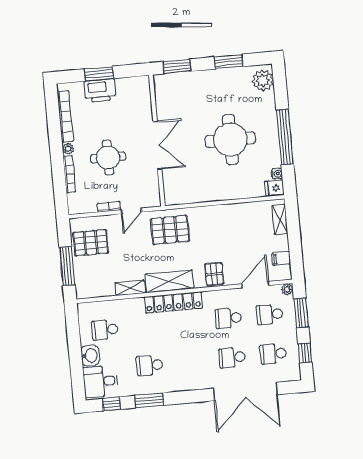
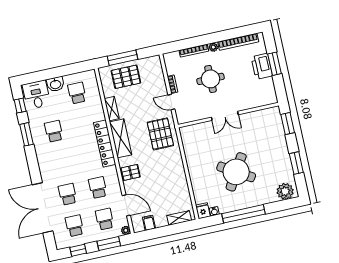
round table: (230, 140) -> (236, 172), turned 31
double door: (157, 145) -> (225, 116), width x0.73
pallet: (91, 243) -> (126, 77), moved, turned 90

